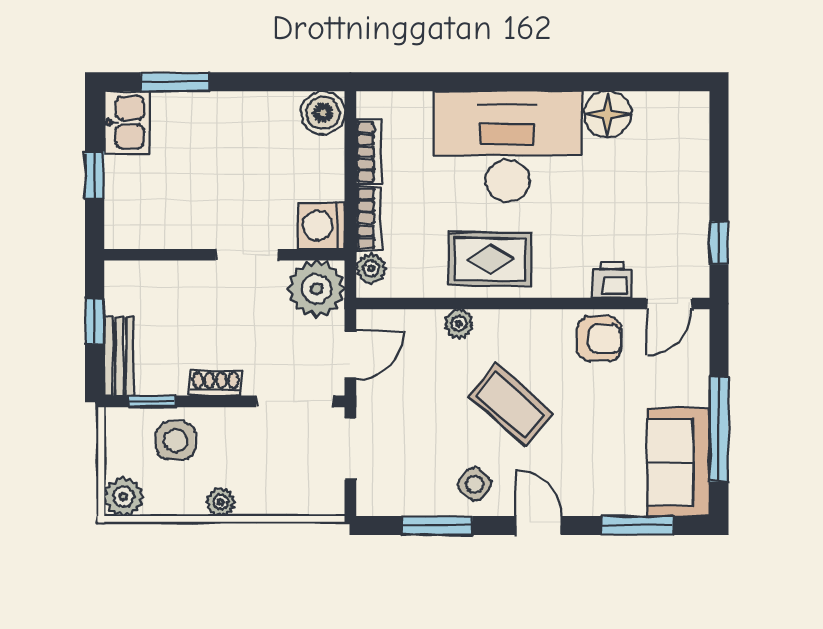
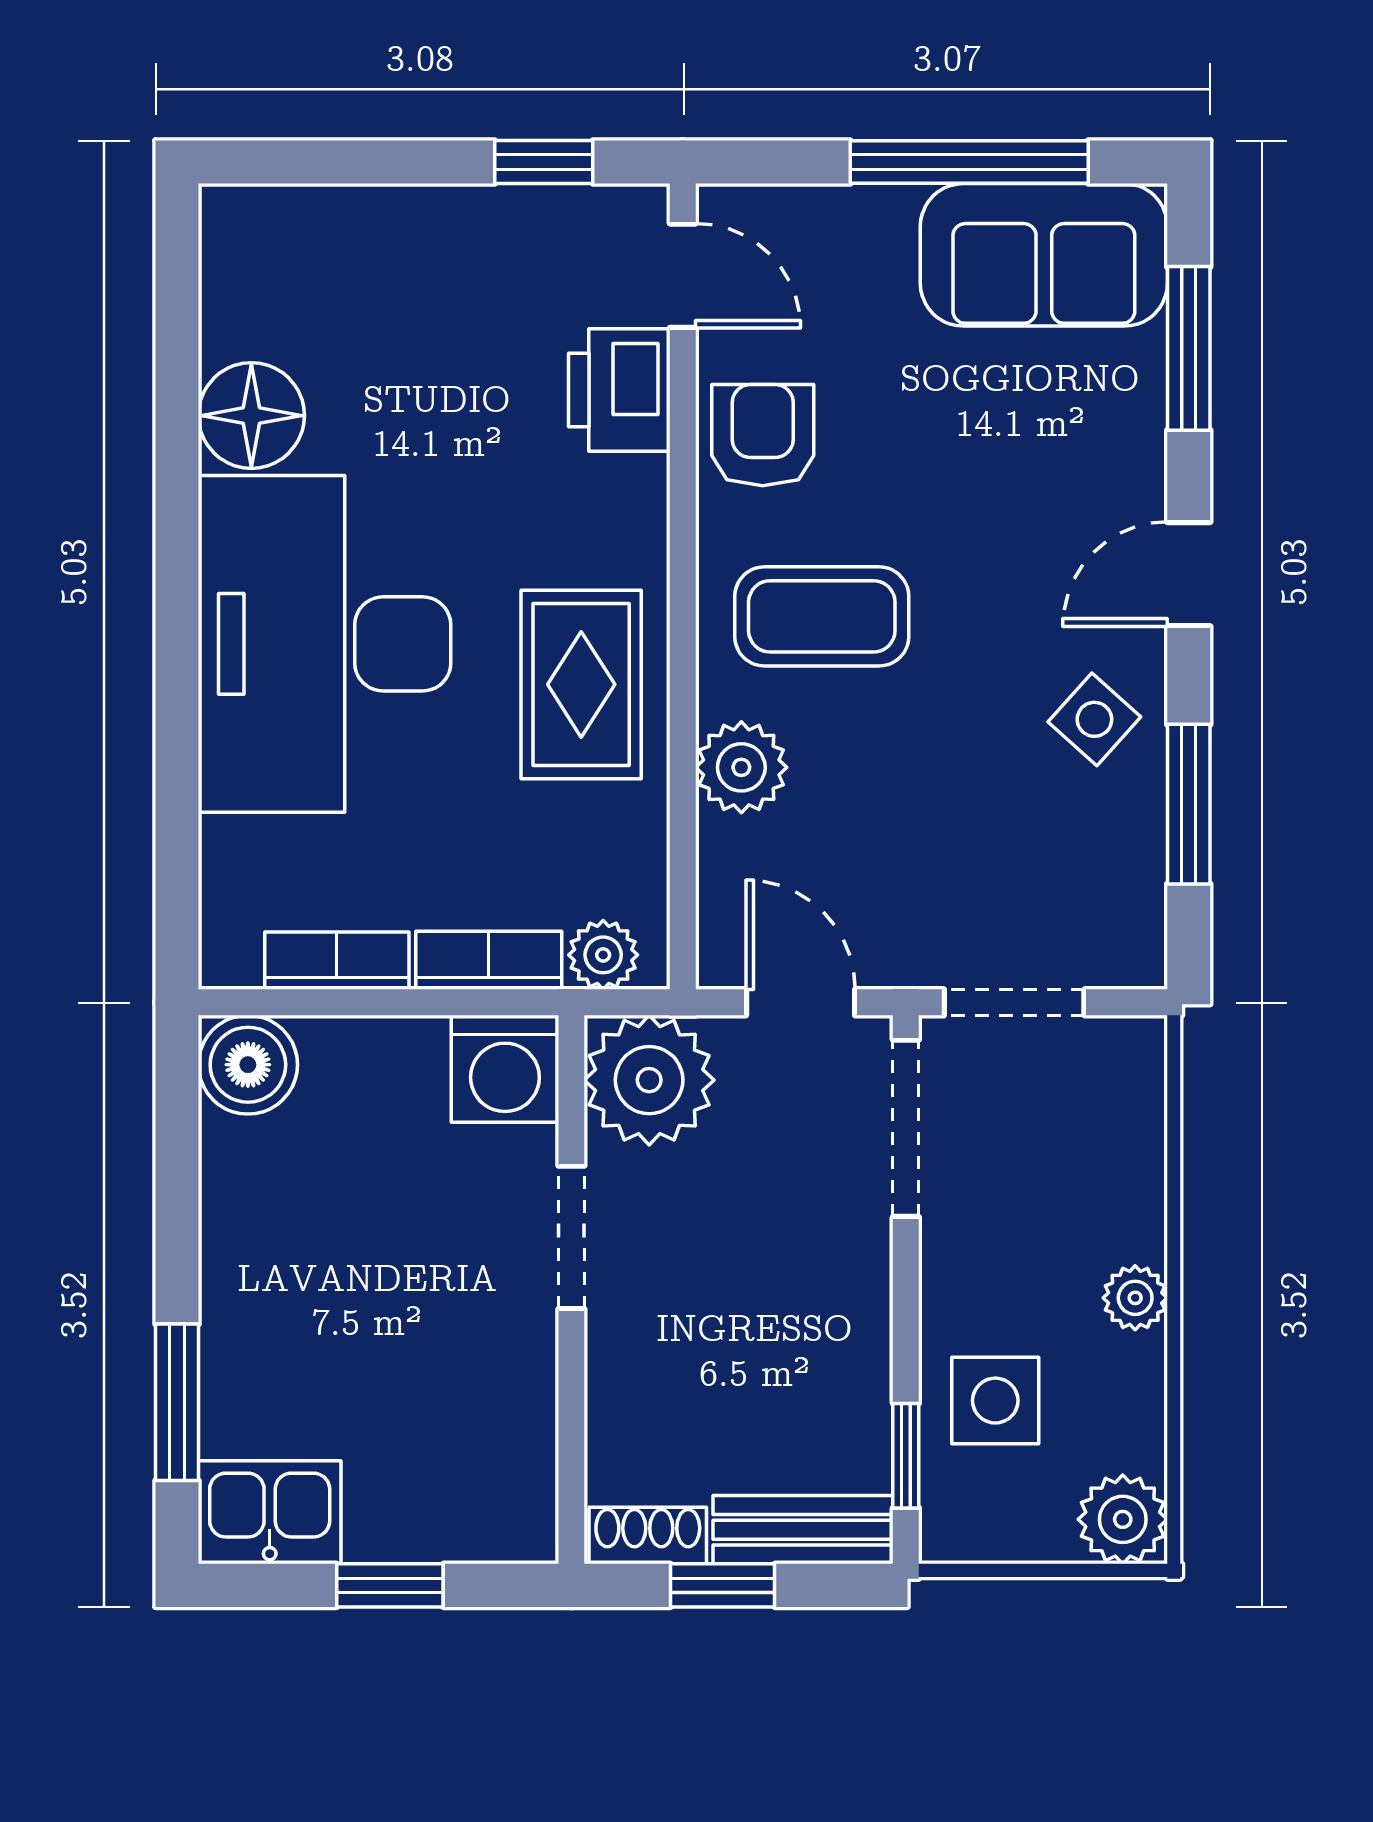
printer: (612, 280) -> (619, 390), width x1.36, depth x1.24
plant: (459, 324) -> (741, 767), width x1.38, depth x1.38
shoe rack: (215, 383) -> (648, 1536), moved, turned 90
coffee table: (510, 405) -> (822, 616), moved, turned 49

